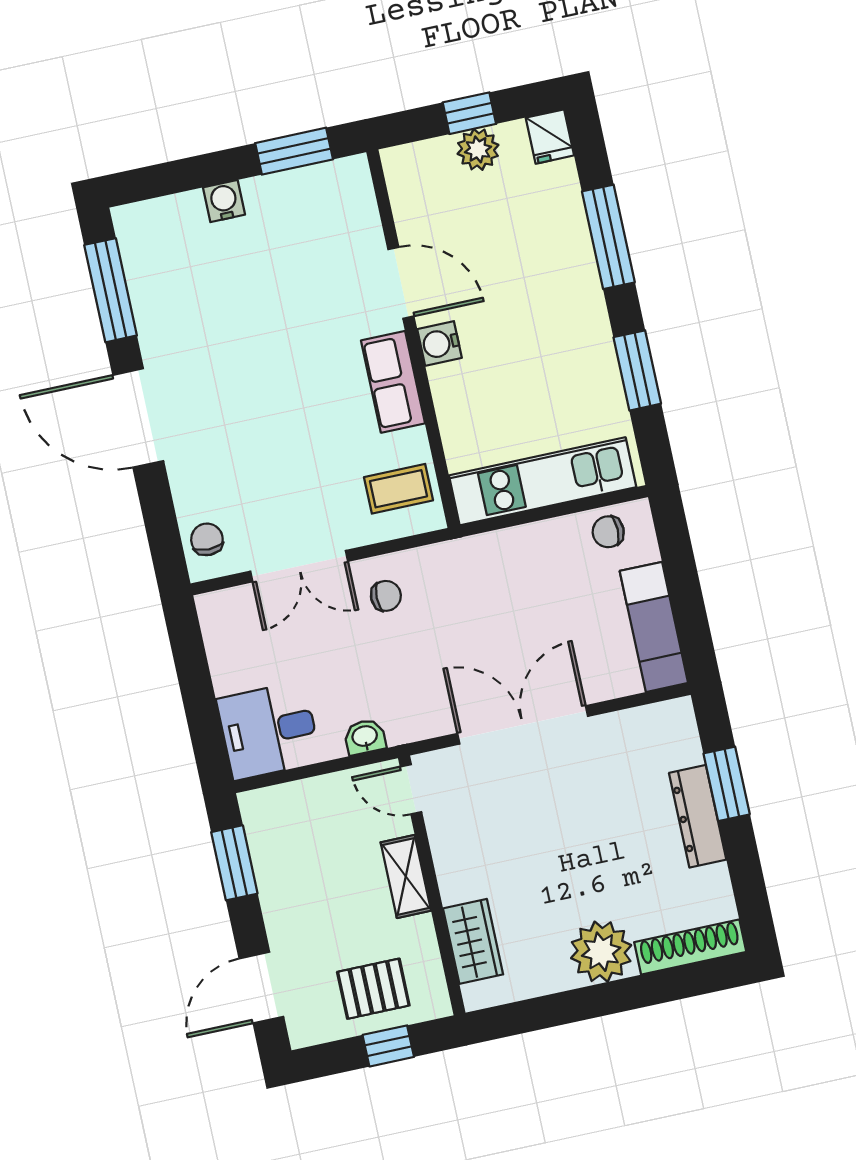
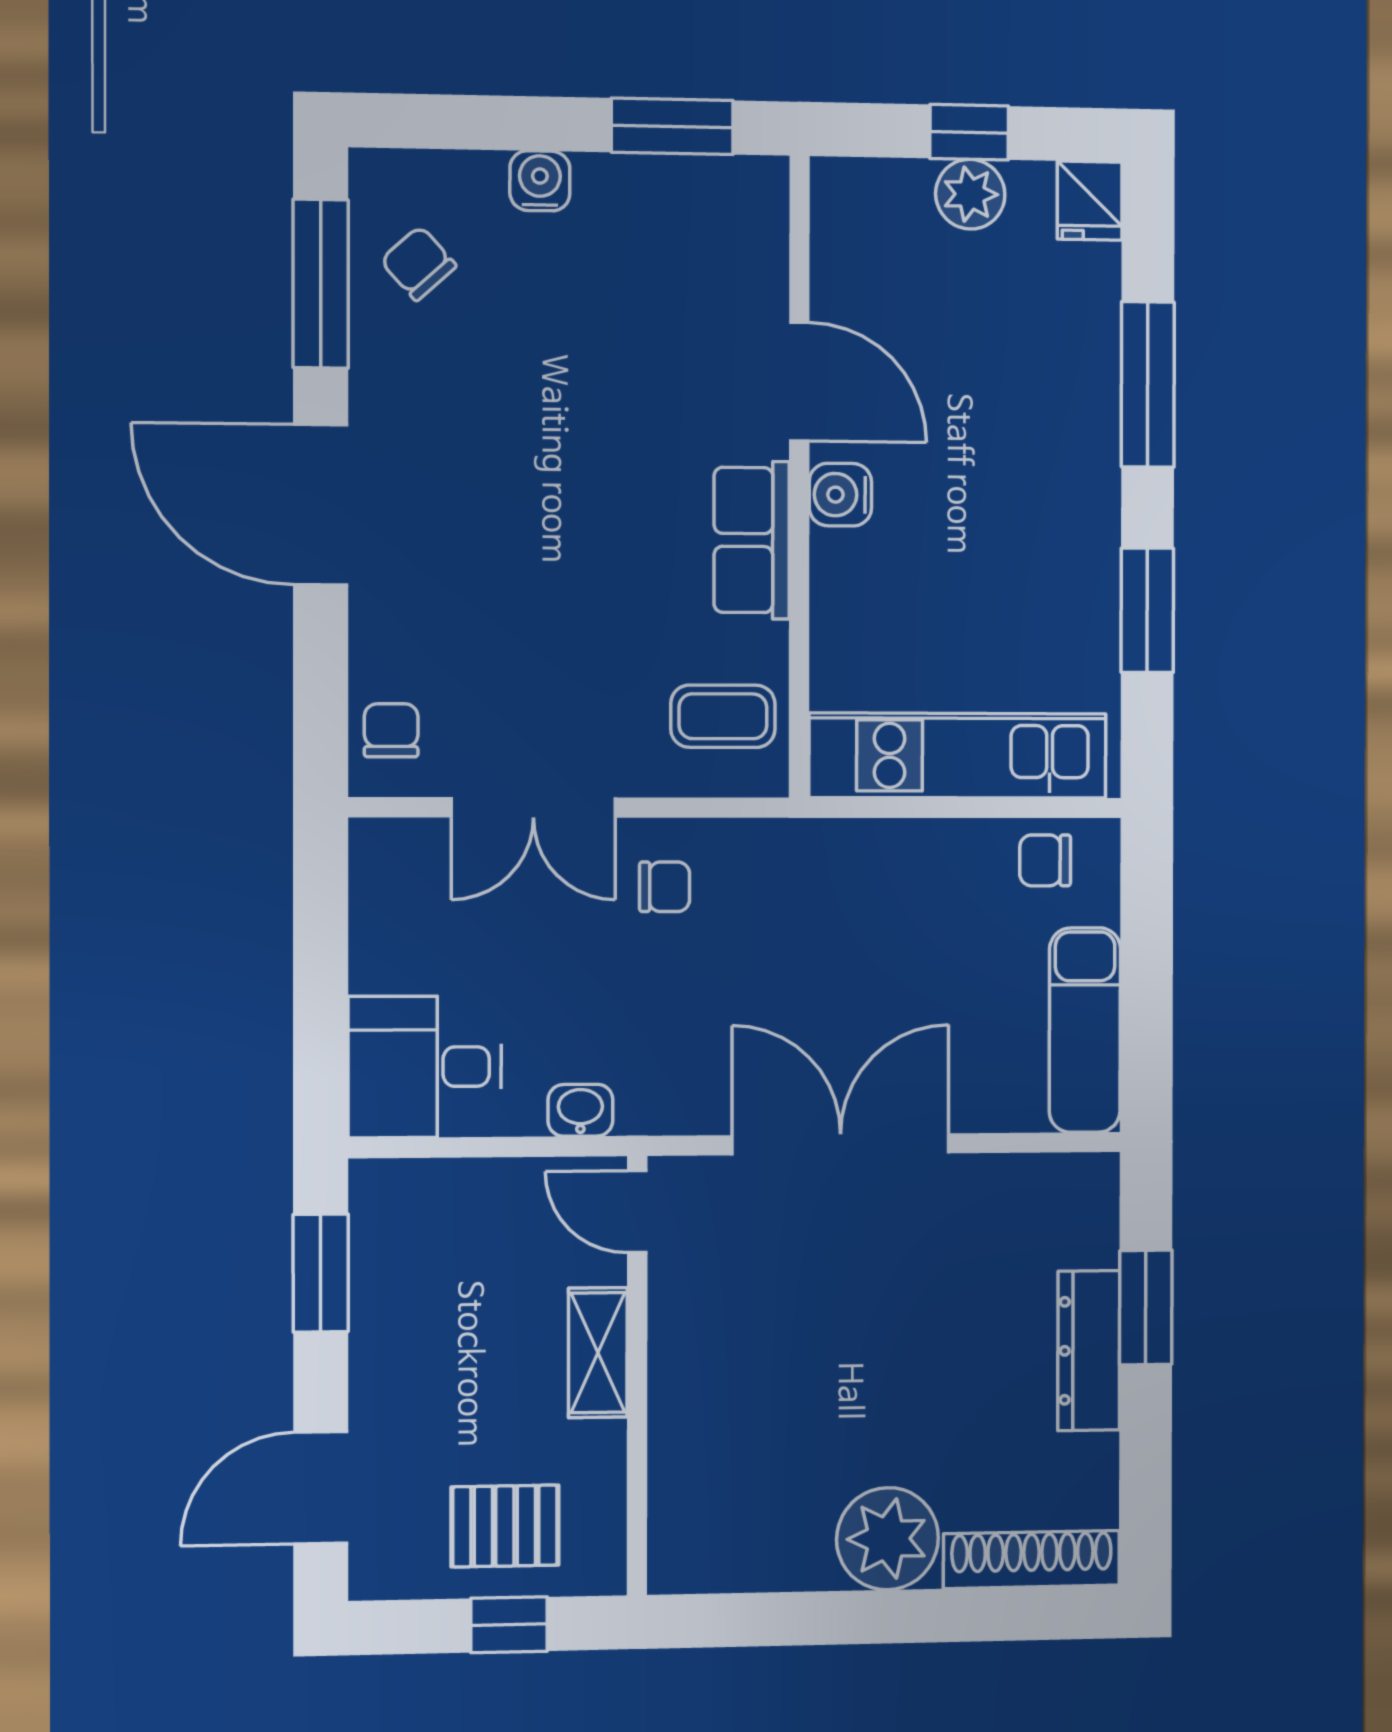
chair: (164, 265) -> (418, 263), added
wardrobe: (473, 941) -> (684, 1481), removed

